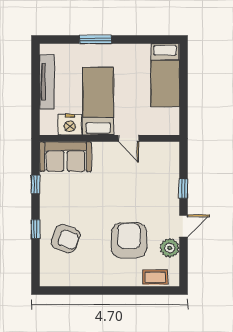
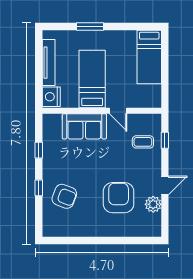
nightstand: (70, 125) -> (51, 97), moved, turned 90
sofa: (65, 157) -> (84, 126), moved
window: (183, 189) -> (165, 140), moved
coffee table: (155, 277) -> (143, 142), moved

